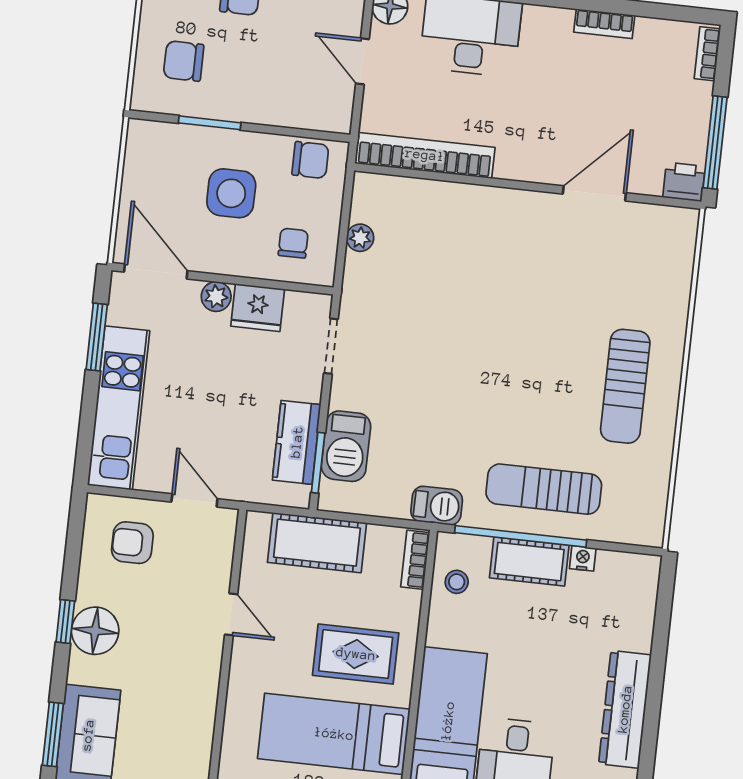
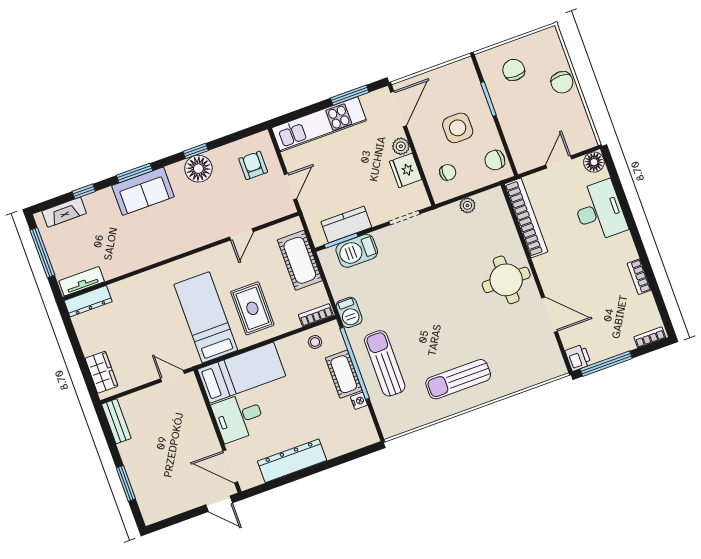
chair: (310, 160) -> (495, 160), turned 90
round table: (507, 235) -> (506, 280), added

